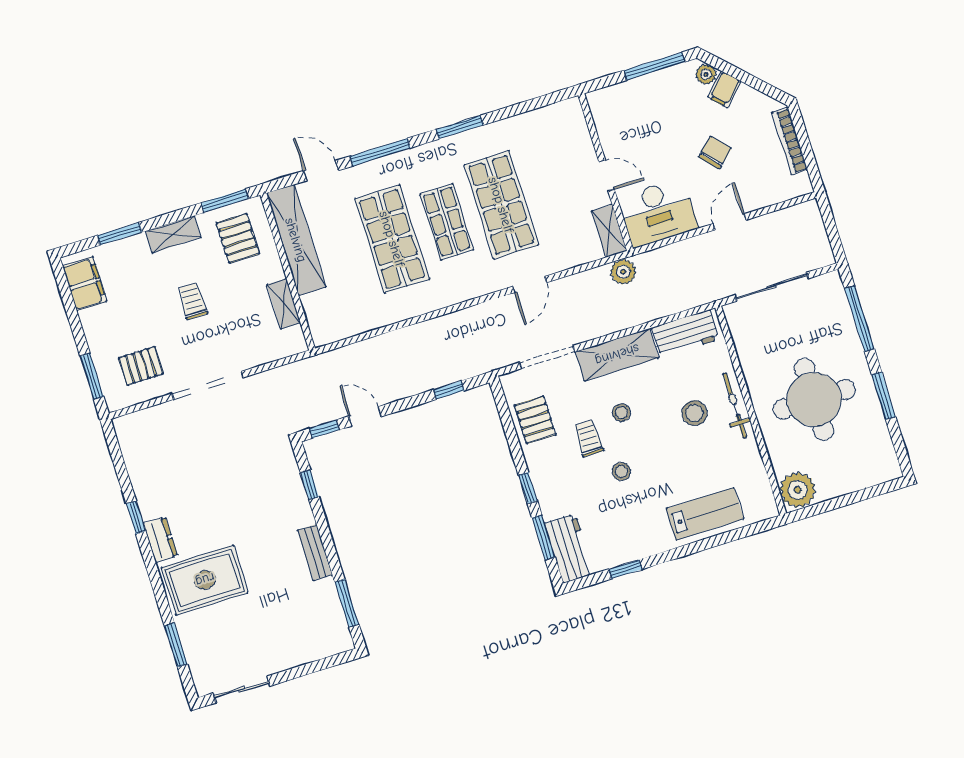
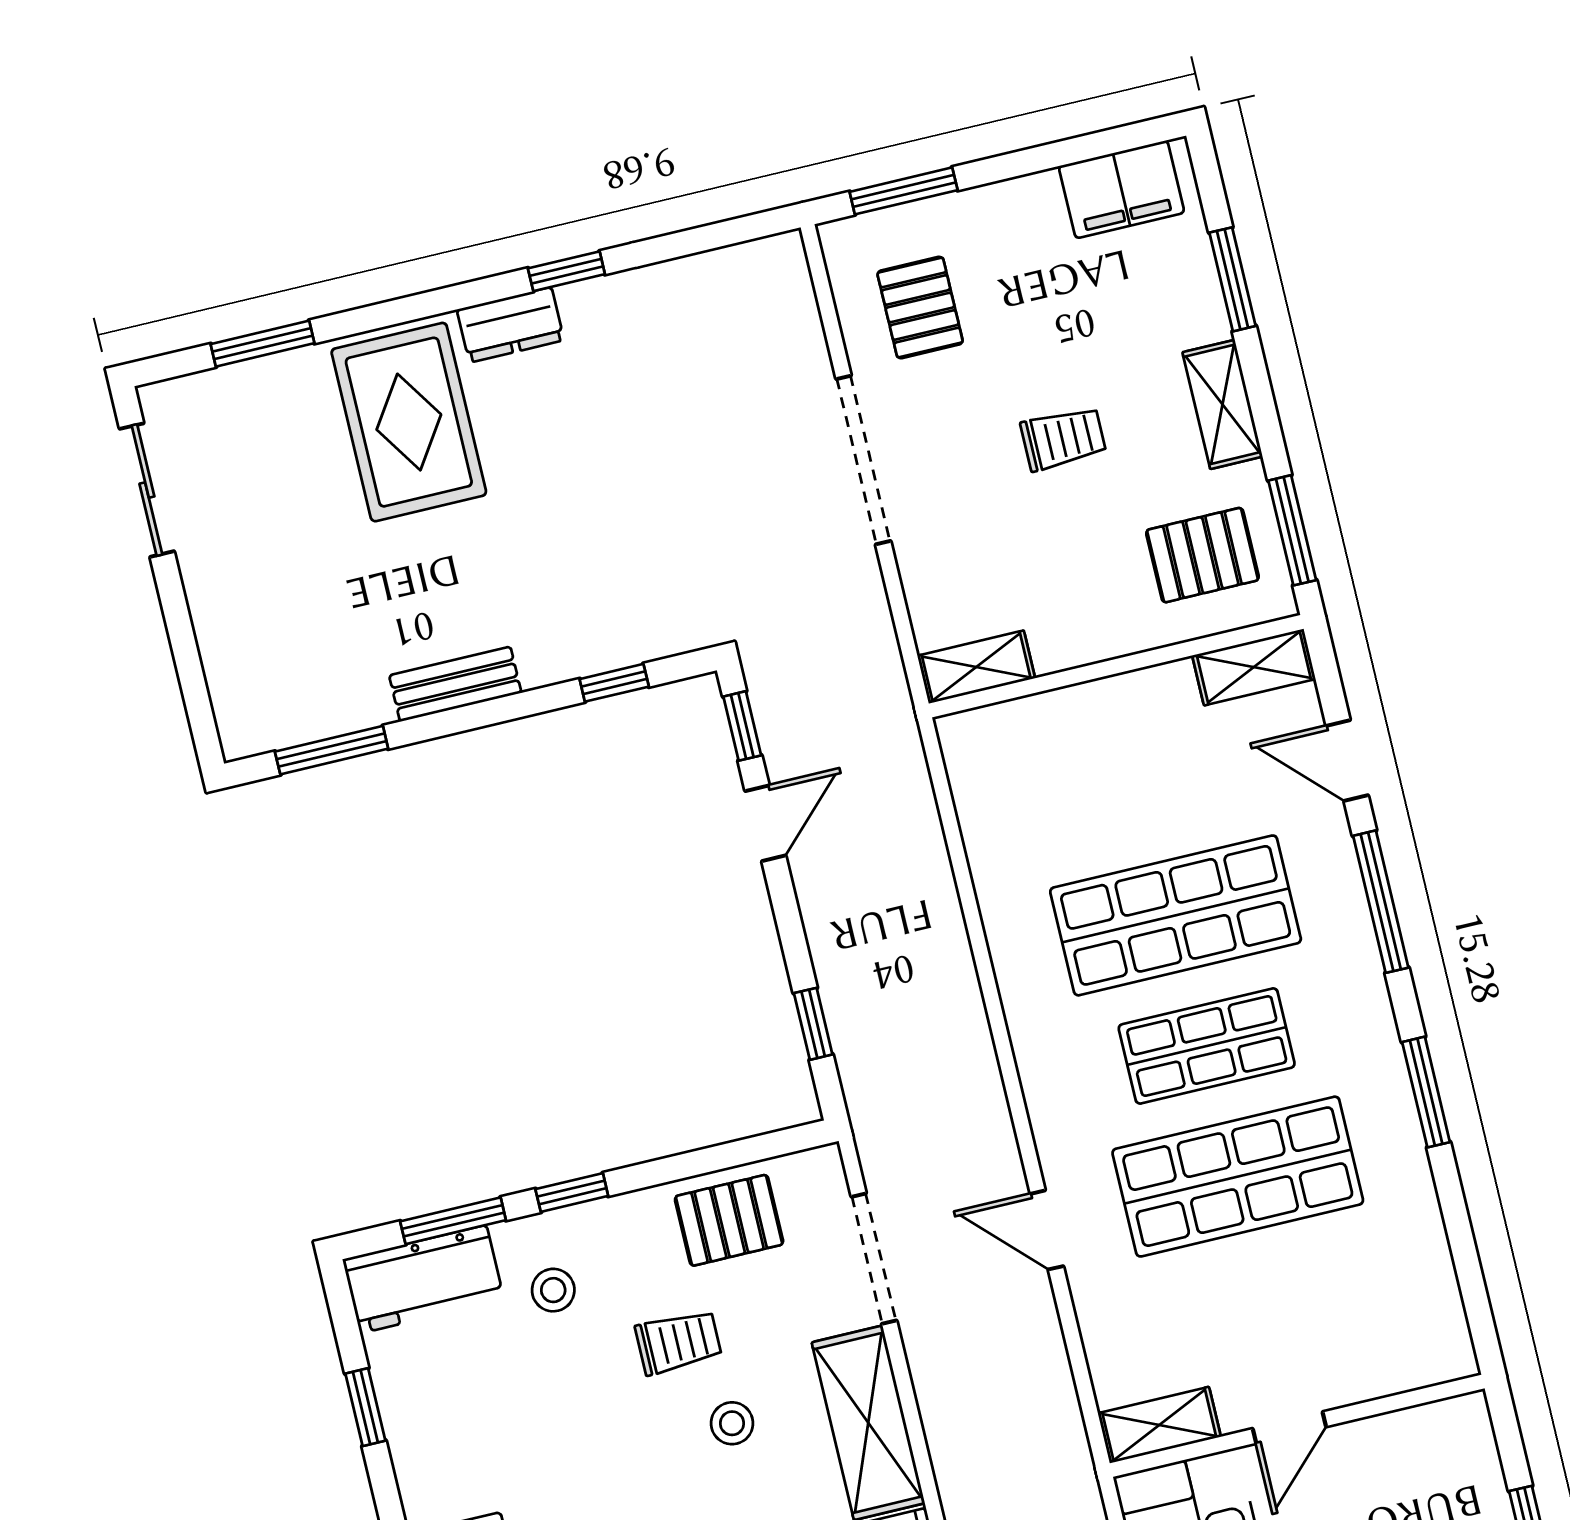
door: (321, 171) -> (1347, 761), swing flipped
shelving: (296, 240) -> (1254, 667), width x0.45, depth x0.75
plant: (623, 272) -> (1061, 1451), removed
shelving: (284, 304) -> (976, 667), moved
stool: (621, 472) -> (553, 1290), moved

